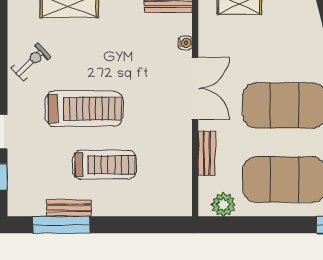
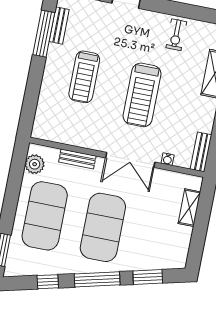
exercise bike: (31, 62) -> (176, 35), turned 43
treadmill: (84, 109) -> (142, 95), moved
bench: (69, 208) -> (59, 26), moved

